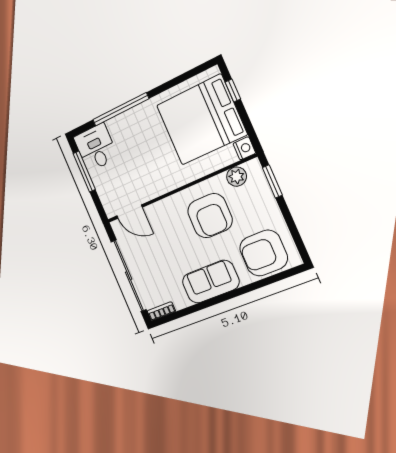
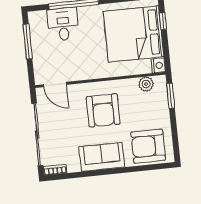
desk: (96, 148) -> (63, 24), moved
armchair: (210, 216) -> (103, 110), moved

